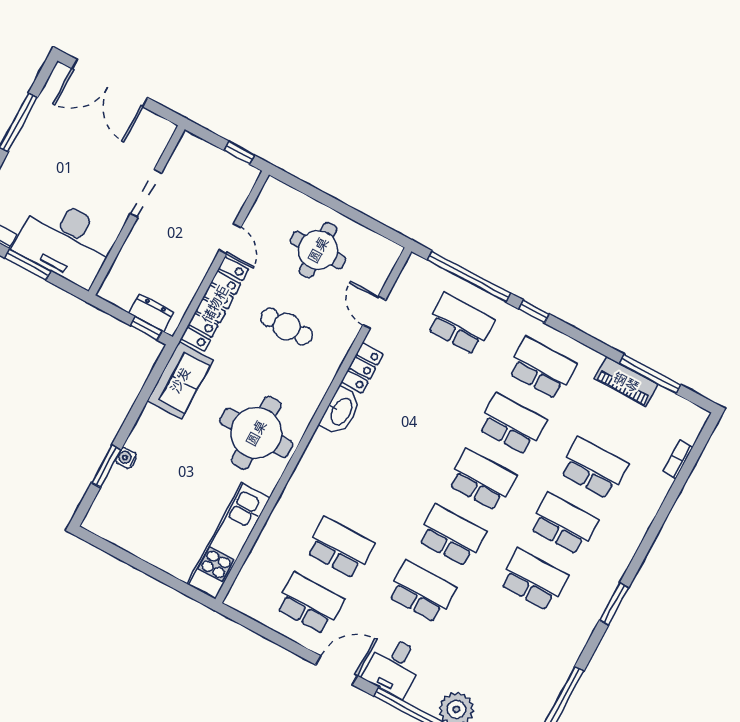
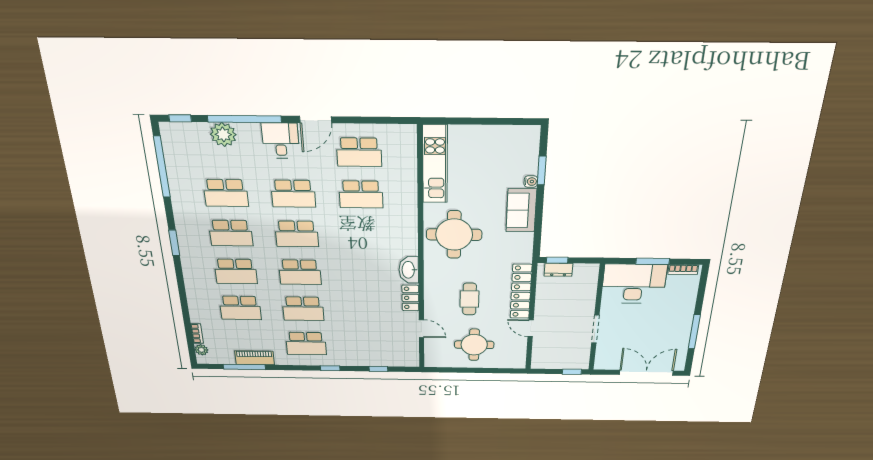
window: (239, 153) -> (572, 372), moved
window: (469, 277) -> (378, 369), width x0.32
school desk: (460, 324) -> (226, 193), moved
cafe table: (287, 327) -> (469, 299), turned 90
sofa: (180, 380) -> (521, 210), moved
plant: (690, 431) -> (201, 350), added

